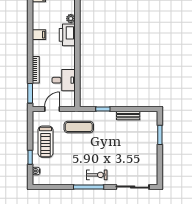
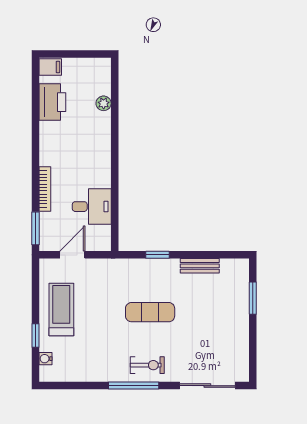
filing cabinet: (39, 35) -> (50, 130), removed
printer: (67, 35) -> (52, 102), moved, turned 180
exercise mat: (79, 127) -> (150, 312), moved
treadmill: (45, 142) -> (61, 310), turned 180

